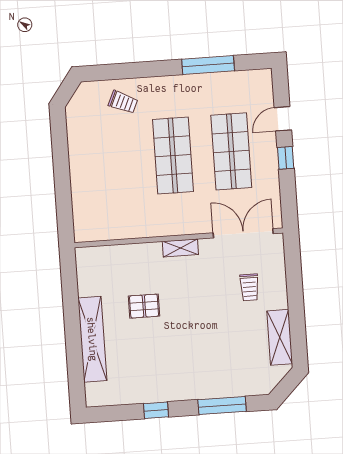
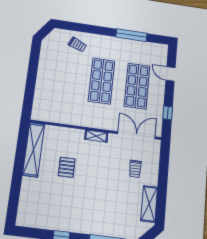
door: (283, 119) -> (170, 74), hinge flipped
window: (286, 158) -> (168, 113), moved
pallet: (144, 306) -> (67, 167), turned 90
shelving: (92, 339) -> (34, 150), moved

